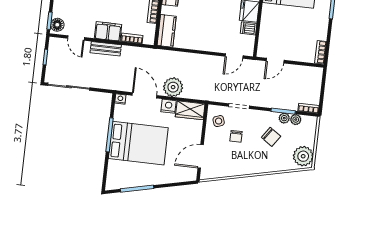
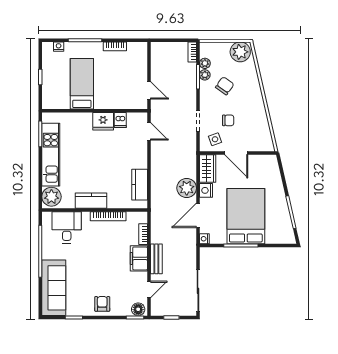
kitchen counter: (167, 31) -> (140, 185), moved, turned -90
bookcase: (321, 52) -> (115, 46), moved
door: (201, 156) -> (236, 153), moved

